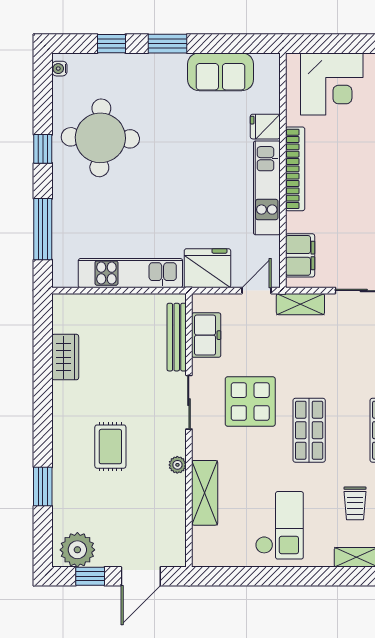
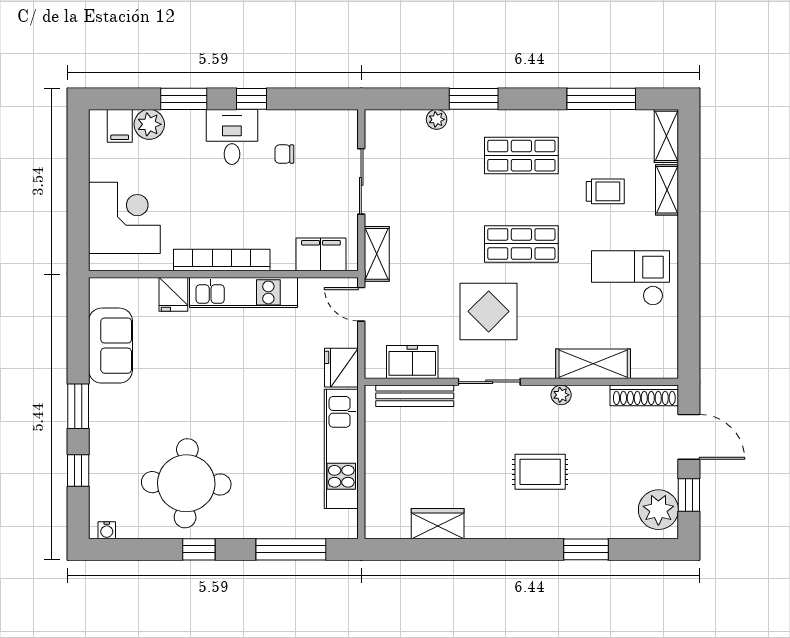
fridge: (207, 268) -> (341, 368), width x0.73, depth x0.75
shoe rack: (177, 537) -> (644, 395), added

